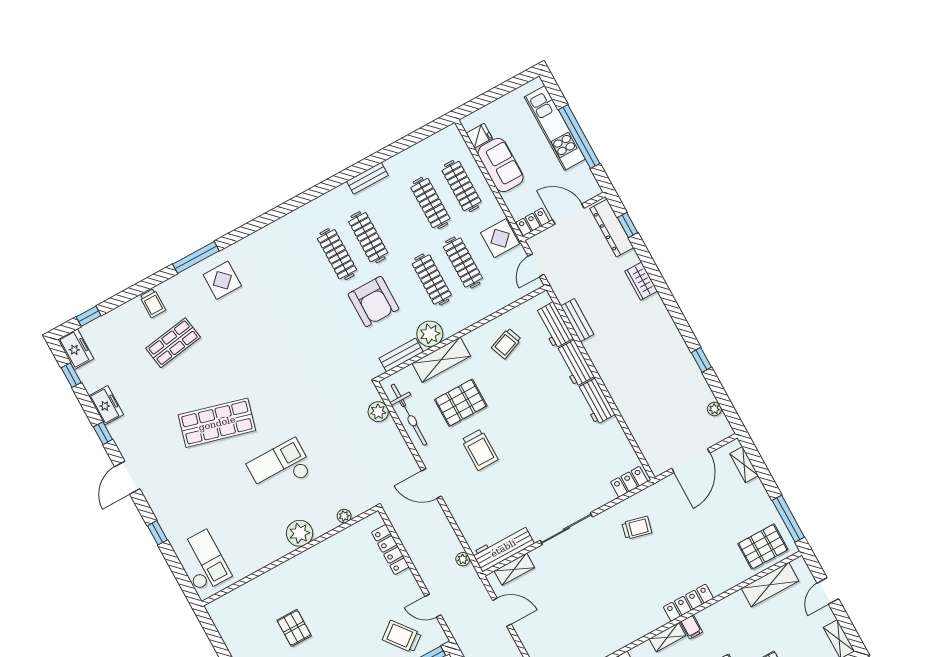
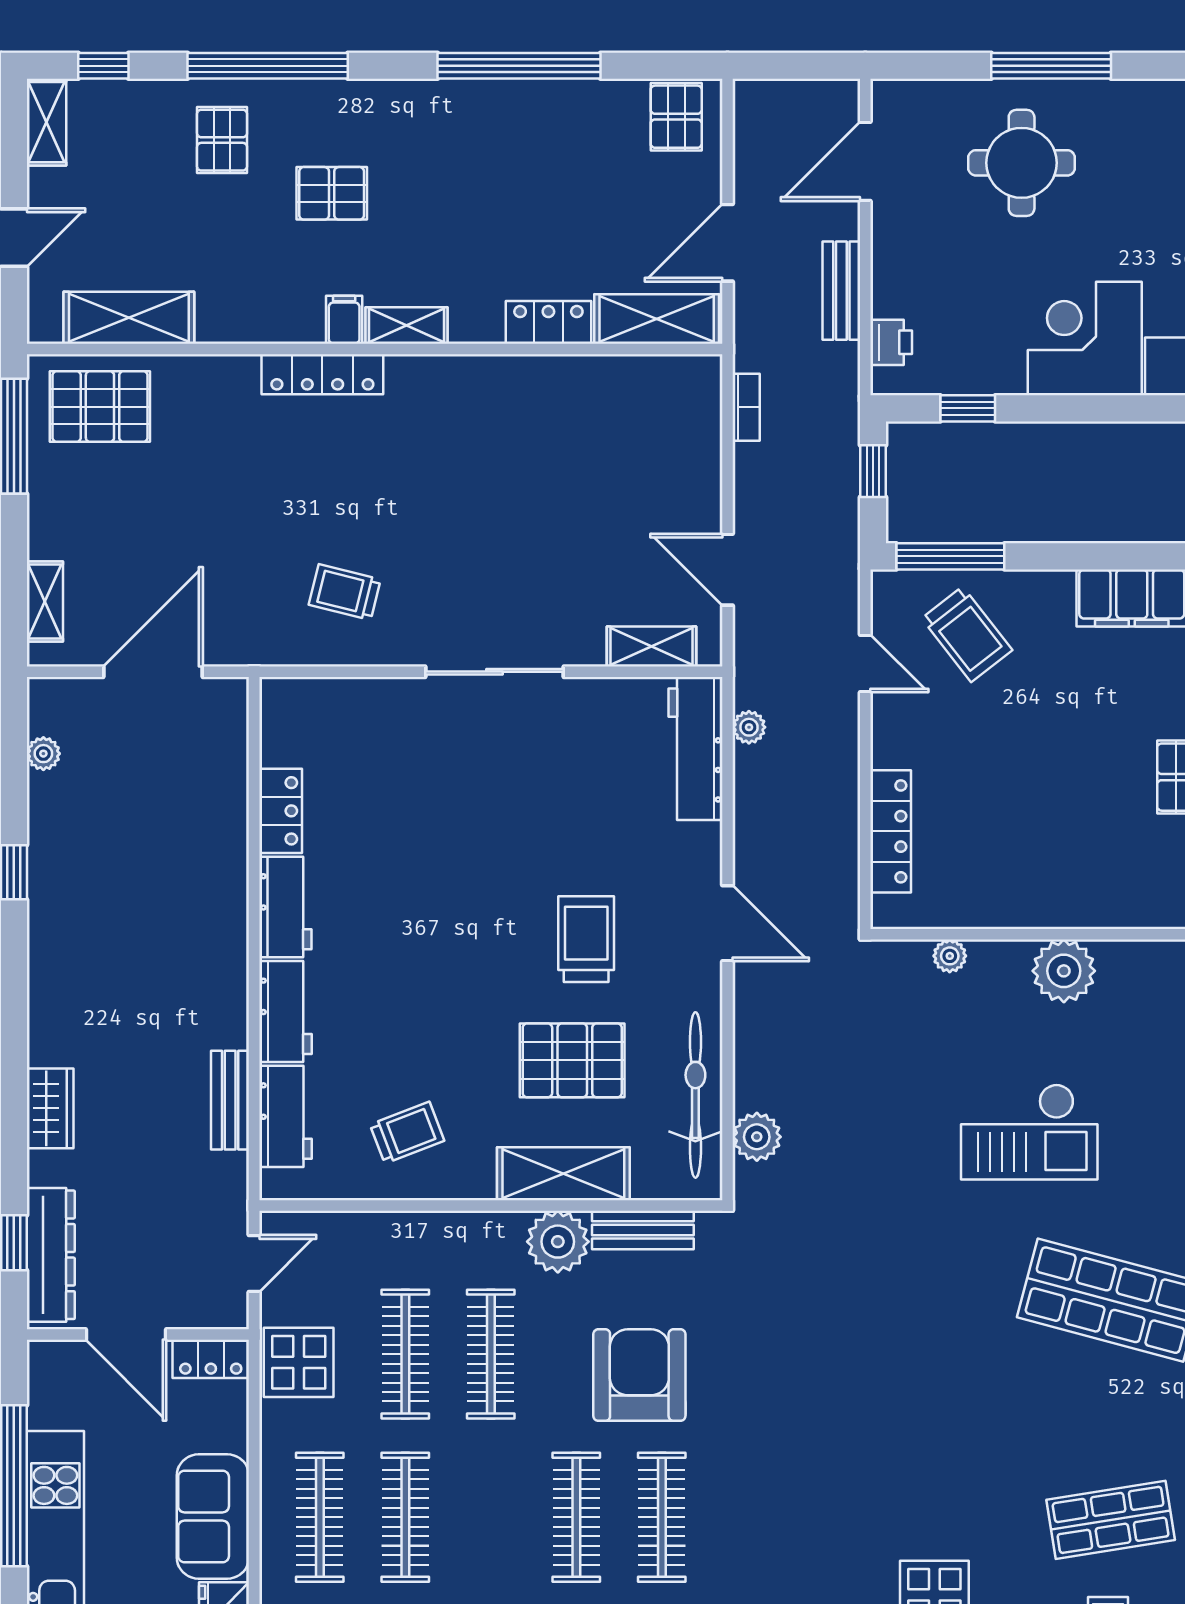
locker: (629, 482) -> (281, 811), moved, turned -90
workbench: (503, 548) -> (695, 748), moved, turned 90

